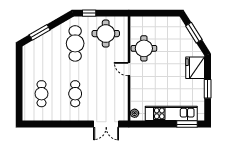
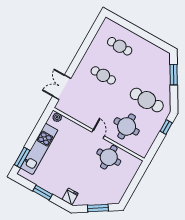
round table: (106, 34) -> (127, 126), moved
fridge: (195, 68) -> (70, 196), width x0.53, depth x0.75
door: (129, 69) -> (98, 134), hinge flipped

